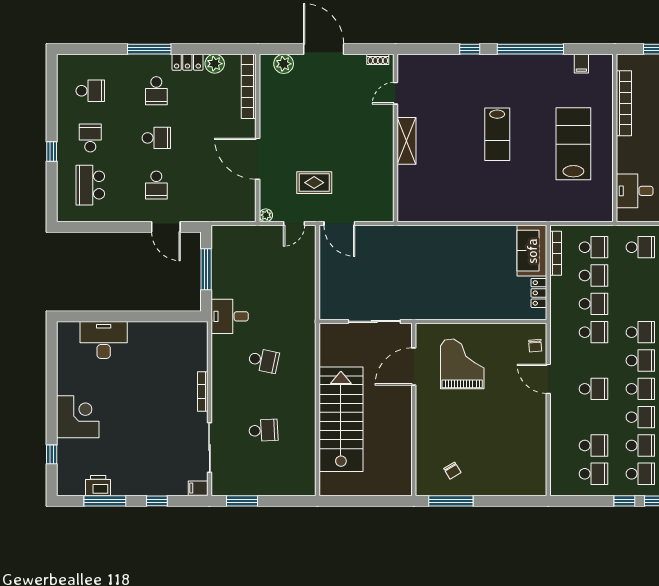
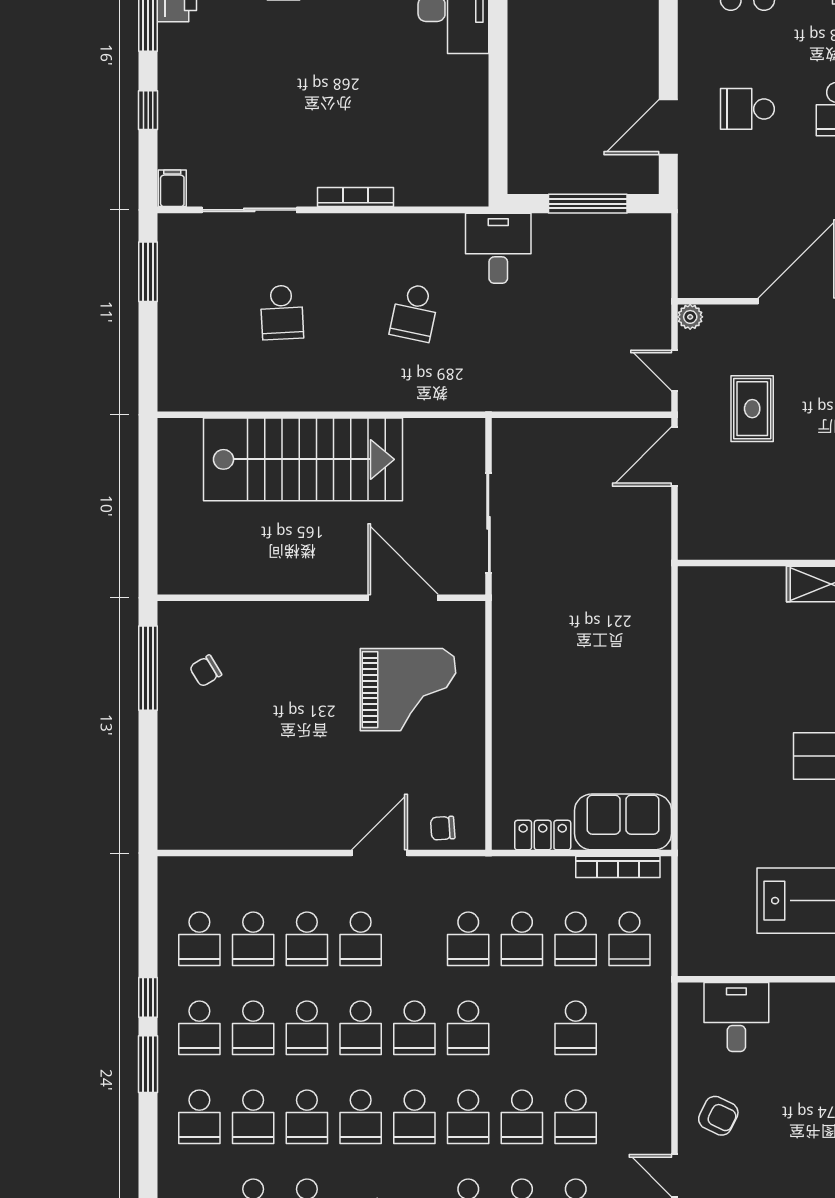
school desk: (640, 247) -> (576, 1028), moved
school desk: (593, 417) -> (307, 939), added

